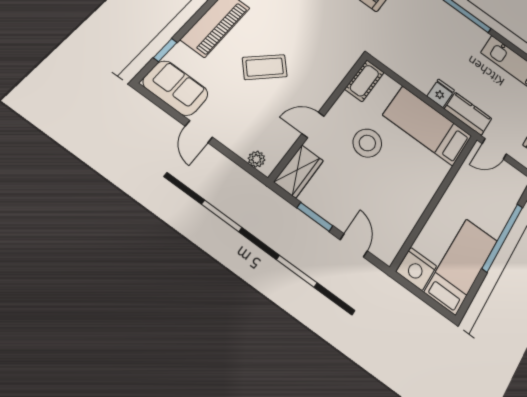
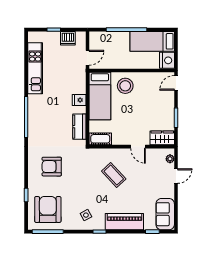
coffee table: (265, 67) -> (114, 175), moved
kitchen counter: (468, 114) -> (79, 127), moved
door: (199, 132) -> (176, 176), moved
stool: (367, 143) -> (125, 86), moved
door: (494, 149) -> (87, 58), hinge flipped
door: (354, 245) -> (176, 83), moved

